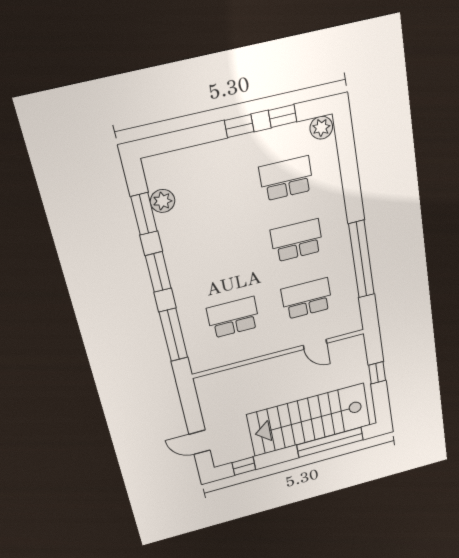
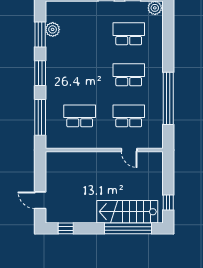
window: (377, 373) -> (168, 202), moved
stairs: (309, 420) -> (127, 212), width x0.73, depth x0.66

